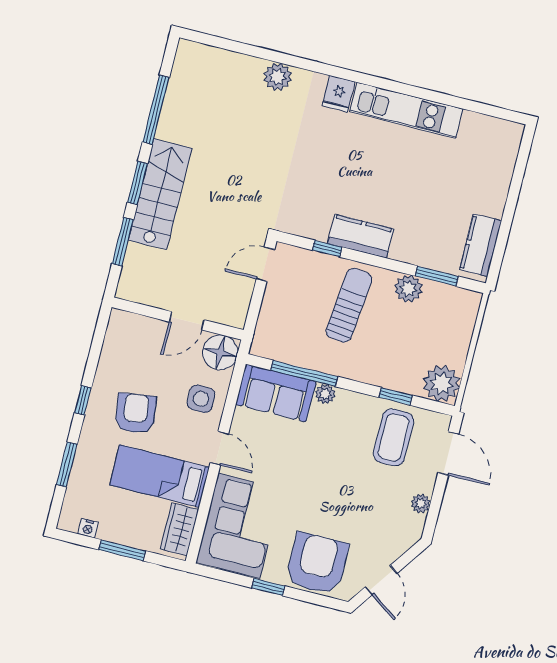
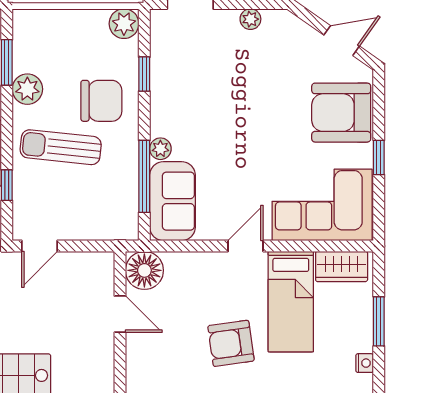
door: (265, 264) -> (40, 246), hinge flipped
chair: (381, 352) -> (101, 101), added
plant: (441, 383) -> (124, 24), width x0.73, depth x0.73
side table: (201, 399) -> (198, 278), removed
coffee table: (393, 437) -> (188, 65), removed

